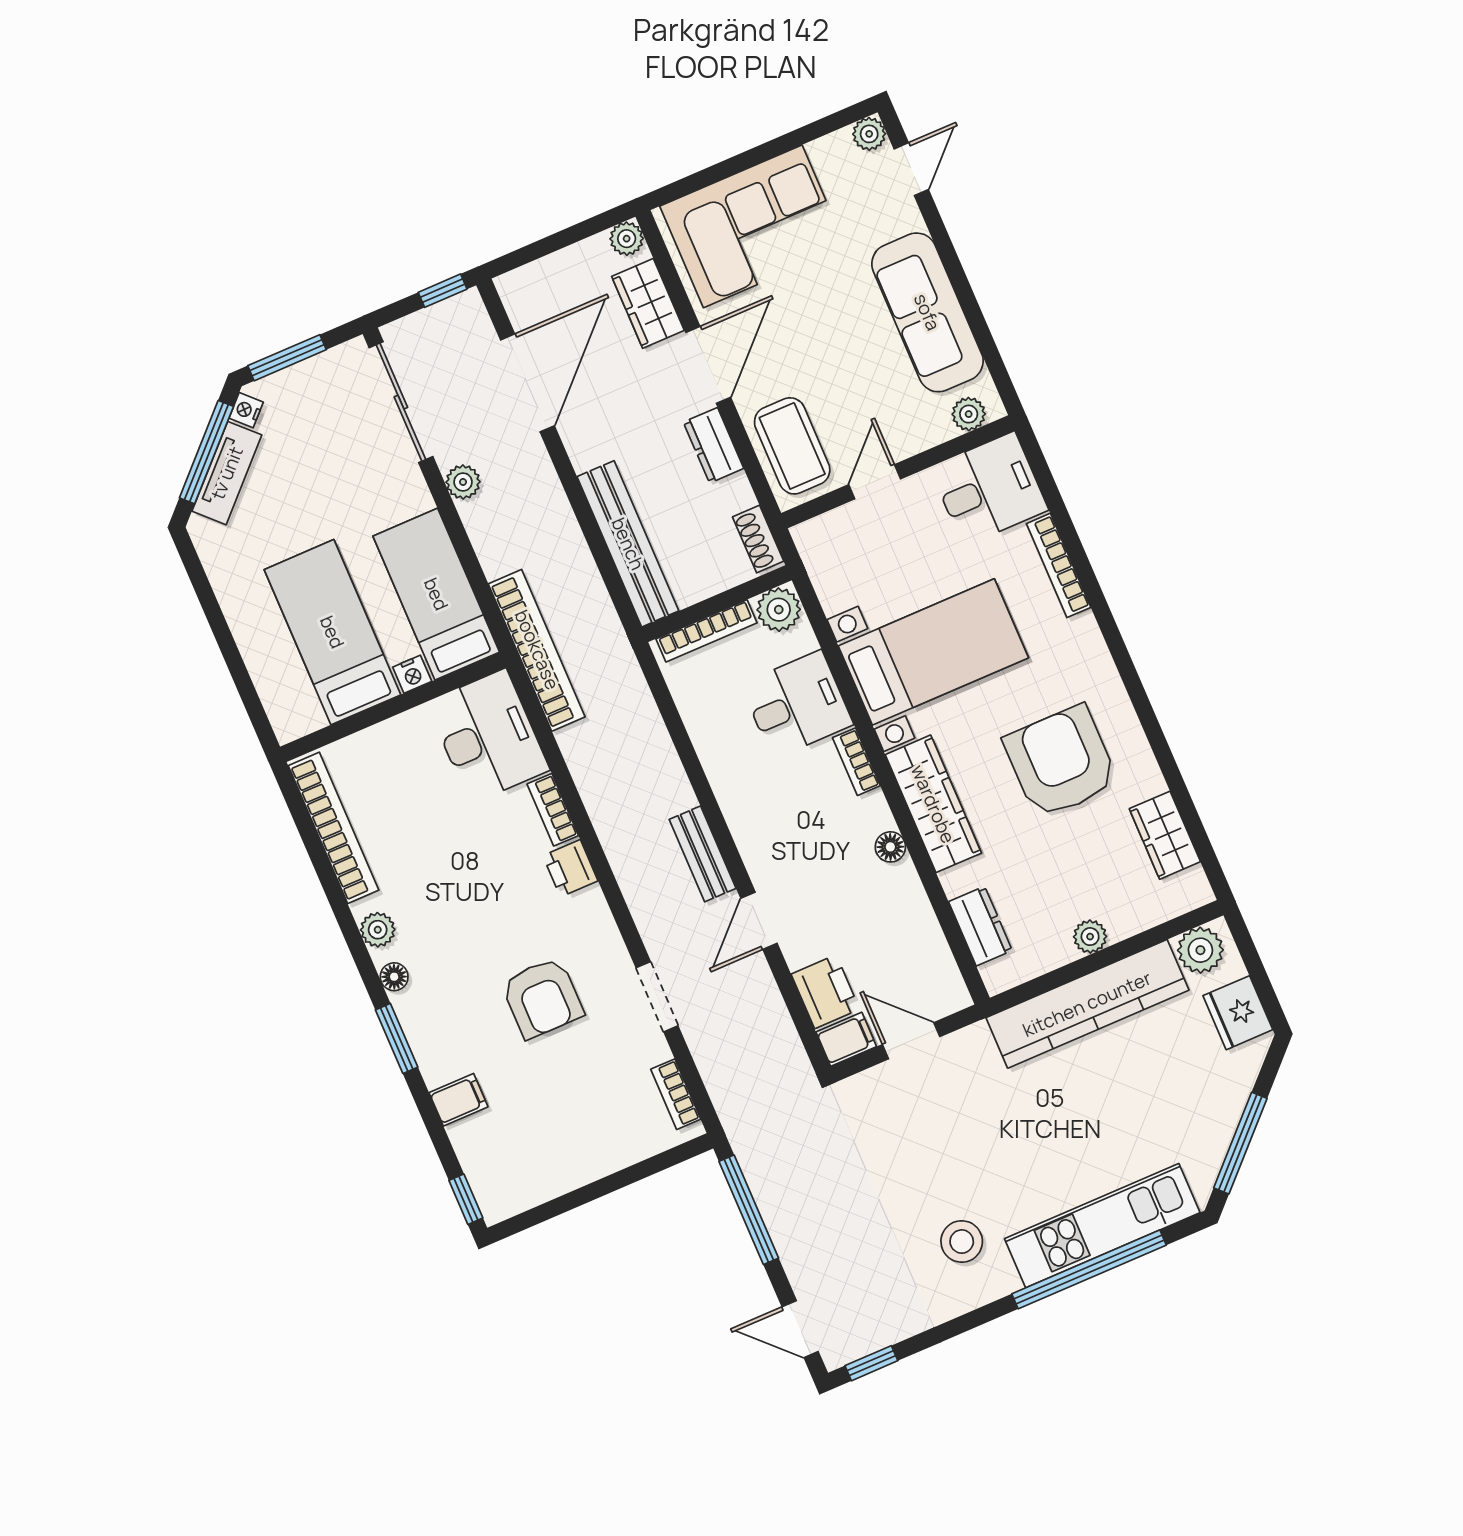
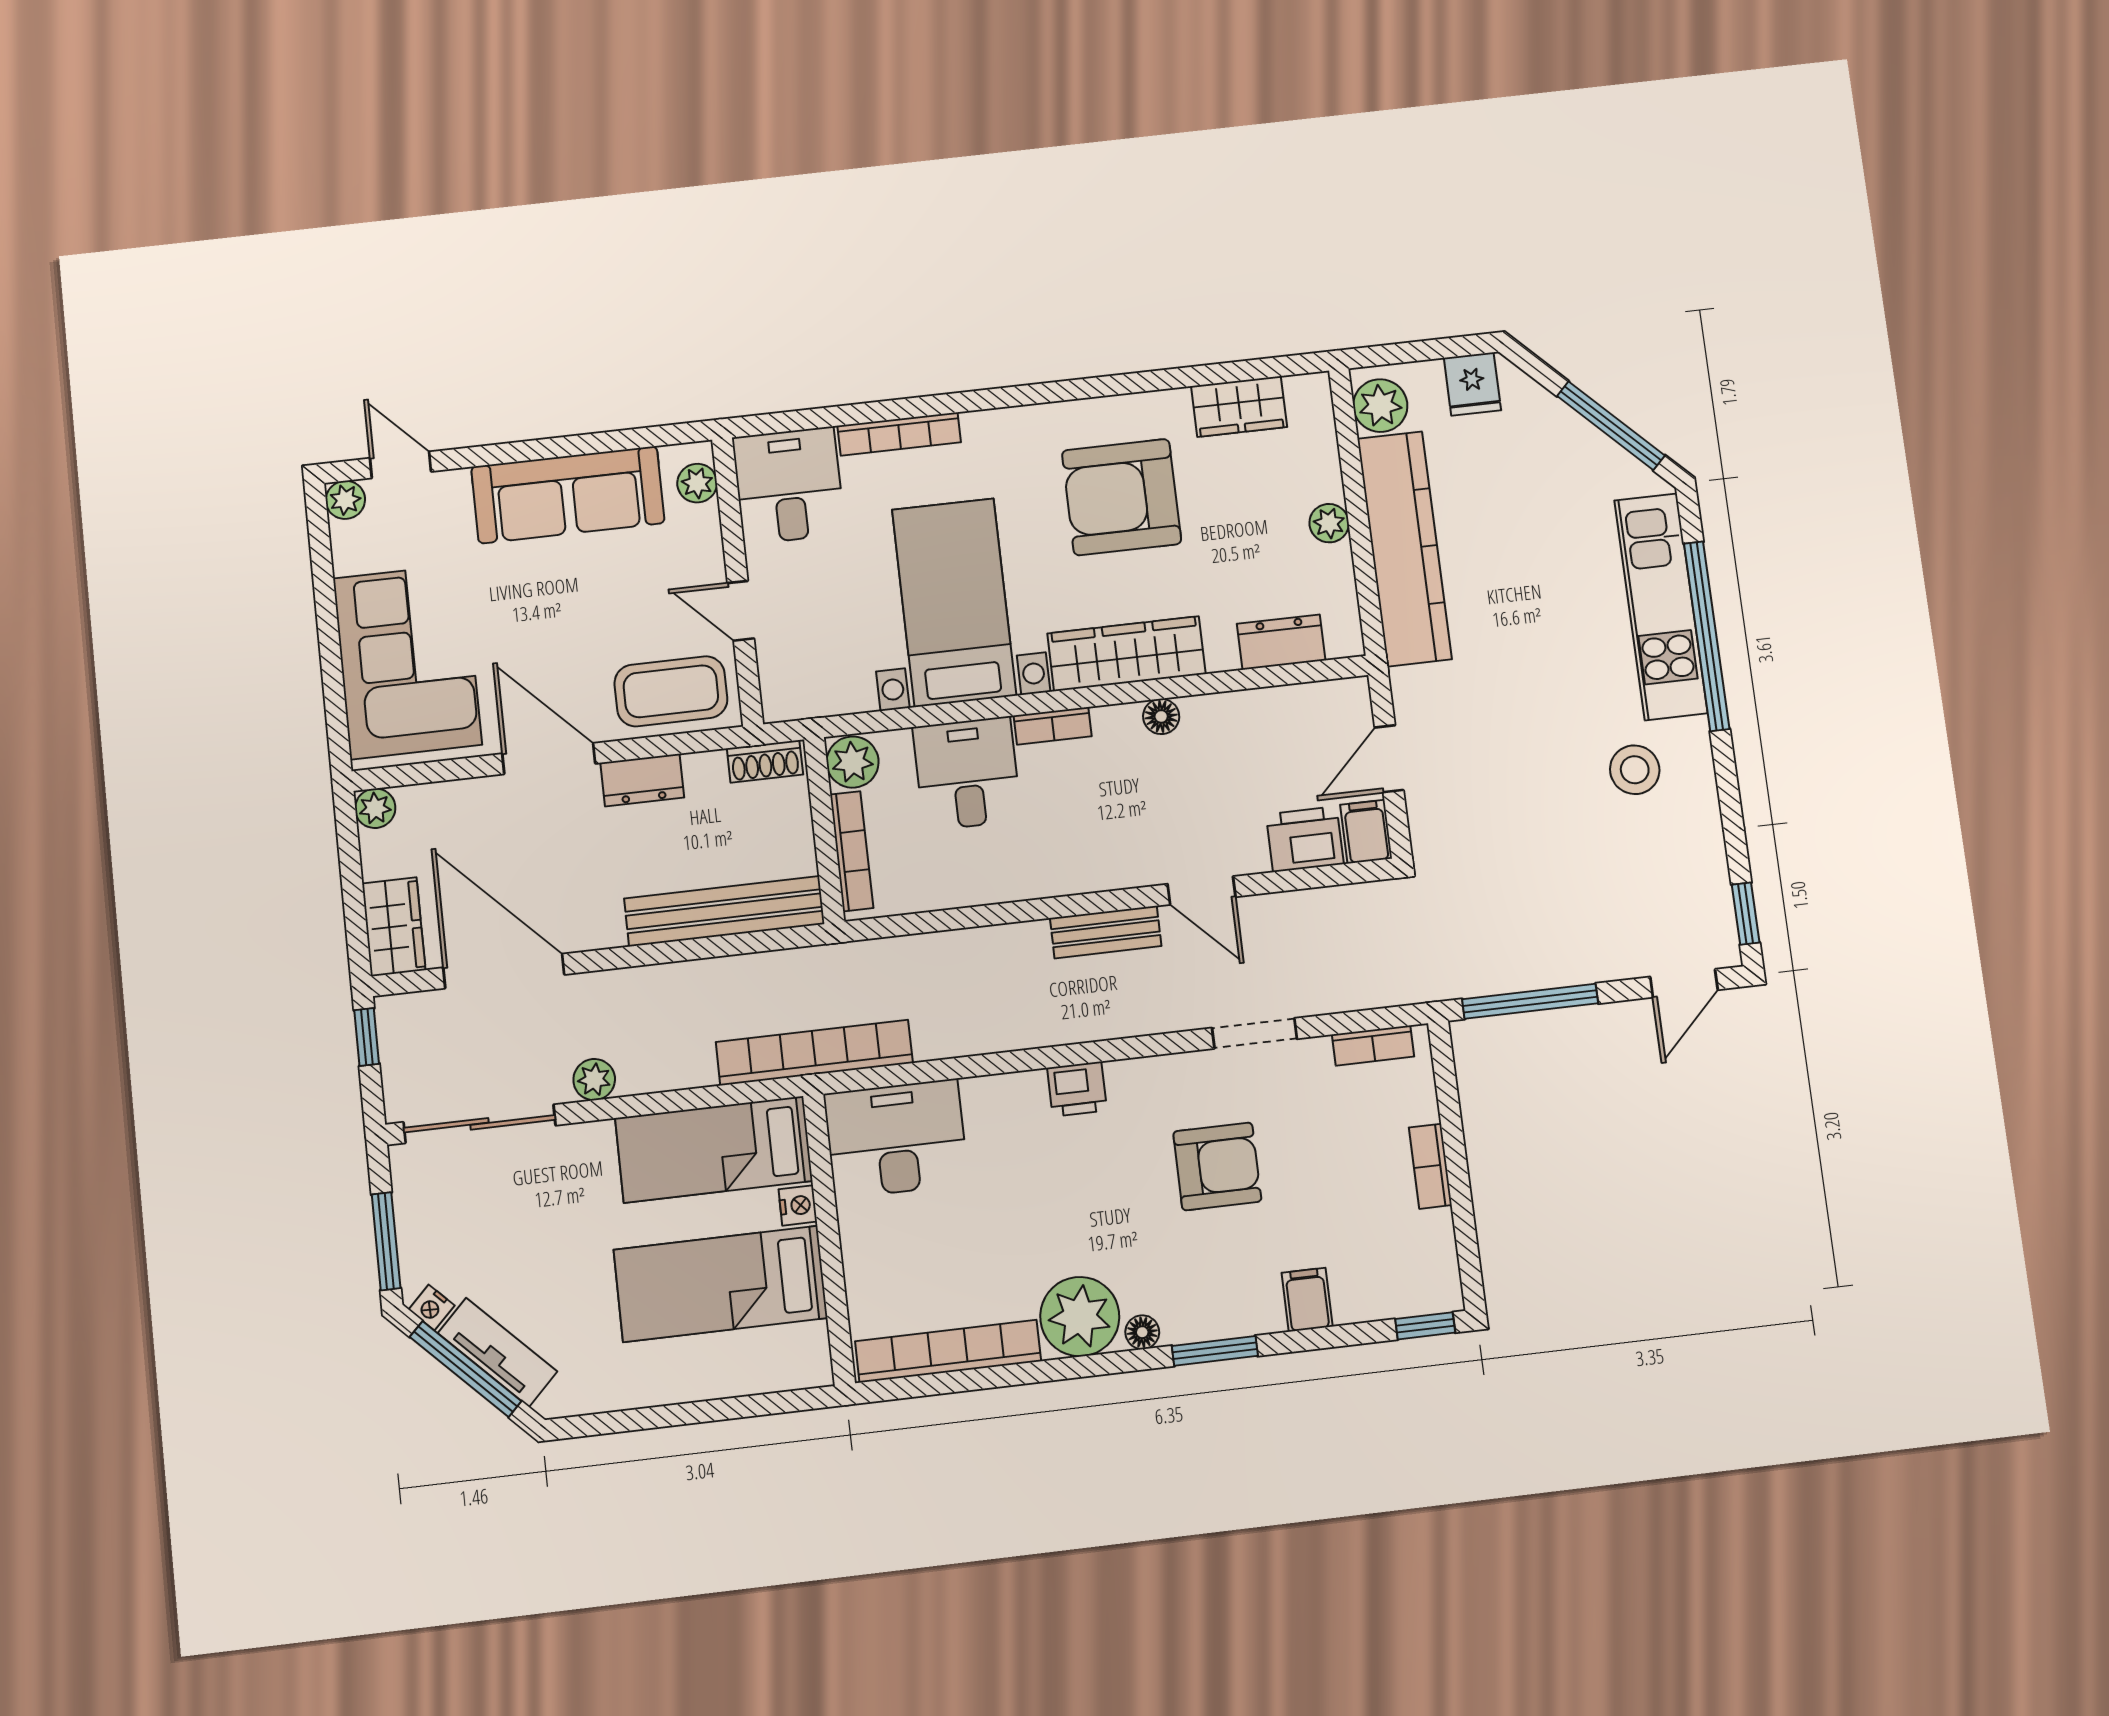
wardrobe: (648, 303) -> (394, 927), moved, turned -90
bookcase: (553, 810) -> (1430, 1166), moved, turned 90
plant: (378, 930) -> (1080, 1317), width x1.88, depth x1.88
fridge: (1238, 1013) -> (1472, 384), width x0.72

